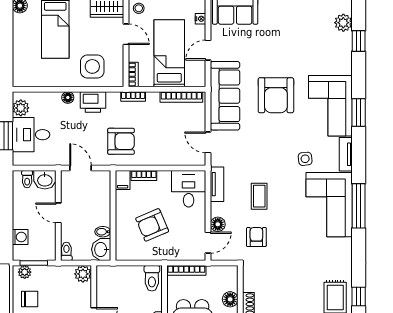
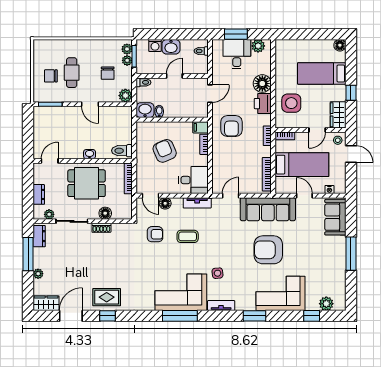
floor lamp: (68, 98) -> (262, 84), width x1.89, depth x1.89
corner sofa: (330, 106) -> (280, 293), moved
washbasin: (45, 180) -> (171, 47), moved, turned -90
plant: (39, 272) -> (127, 60), added
chair: (30, 299) -> (108, 73), moved

